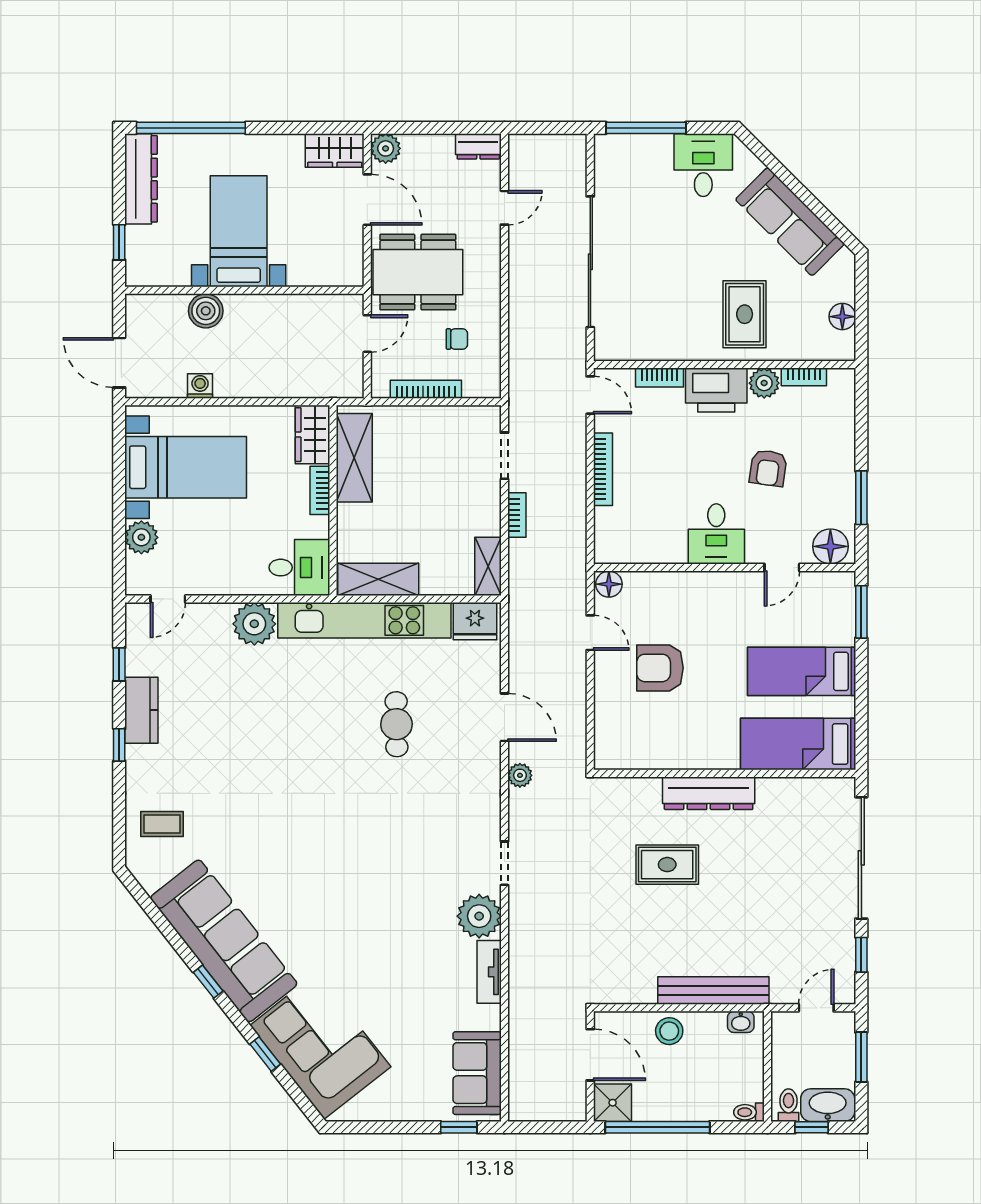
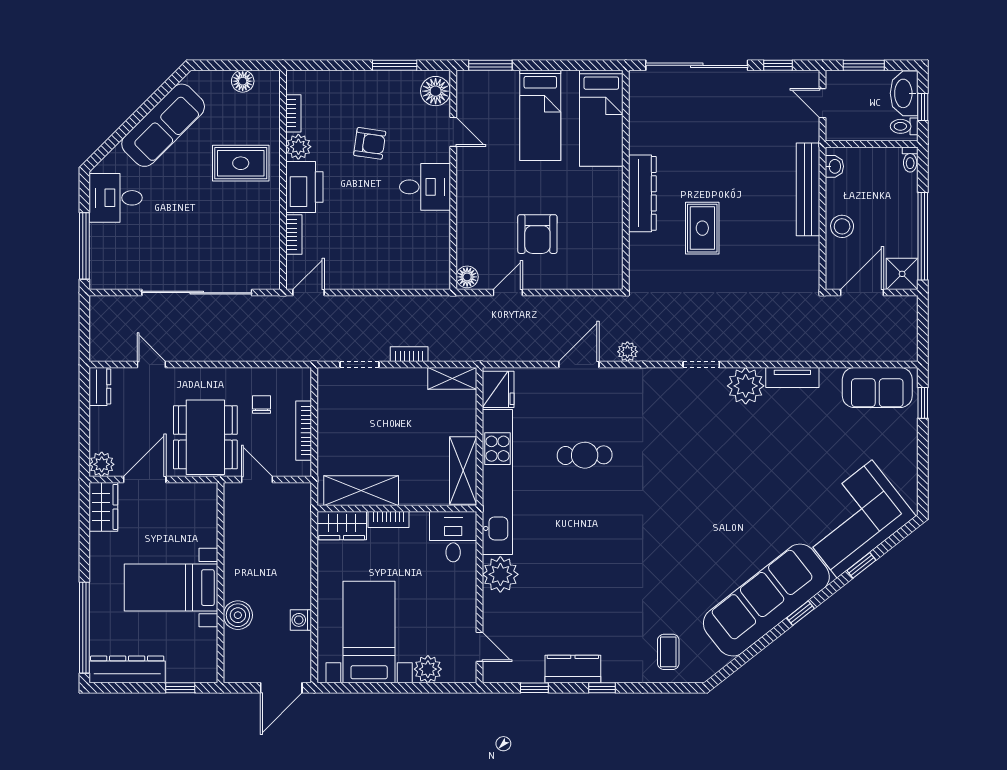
bookcase: (603, 469) -> (371, 282), removed

